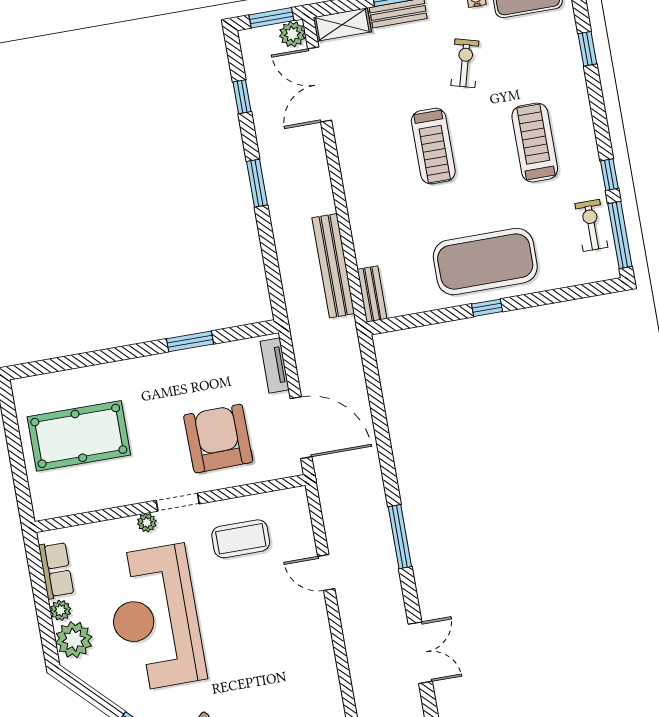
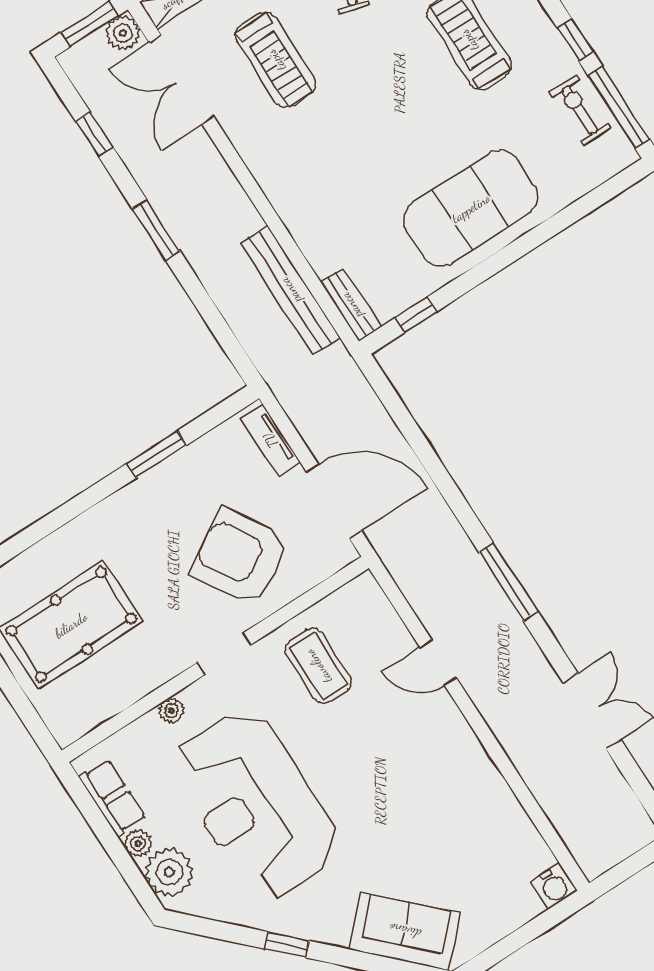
treadmill: (433, 146) -> (276, 60), moved
window: (487, 308) -> (416, 315), moved
armchair: (218, 439) -> (240, 557), turned -30
plant: (147, 523) -> (171, 711), moved
coffee table: (241, 539) -> (318, 666), turned 90

